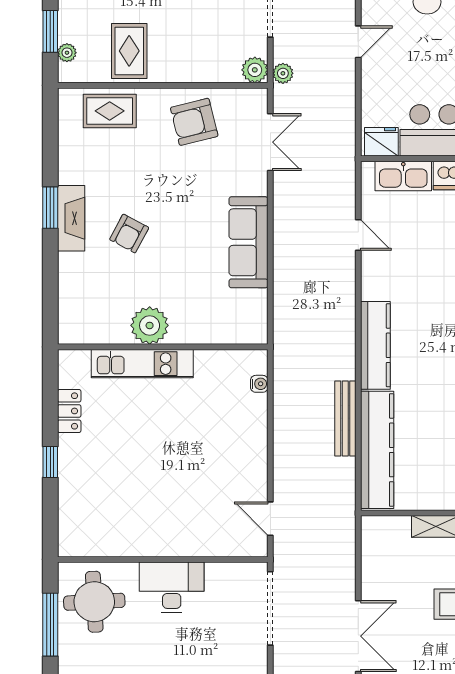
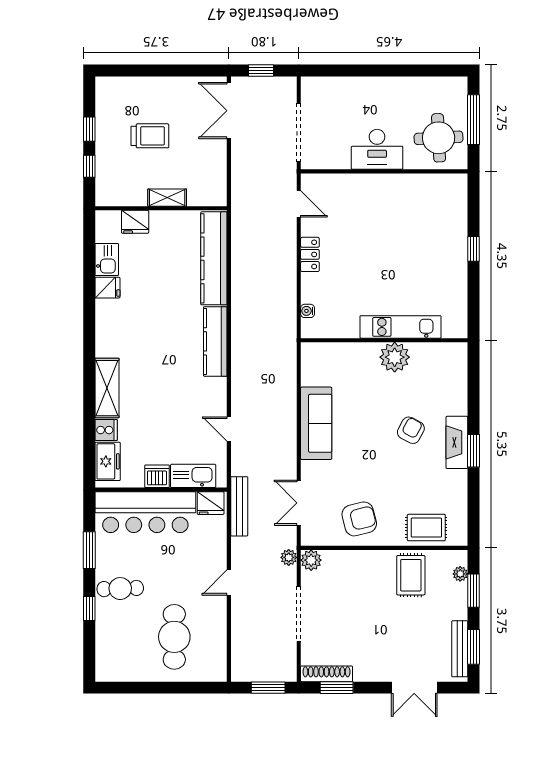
locker: (69, 411) -> (310, 254), moved, turned 180
bench: (345, 418) -> (239, 506), moved

